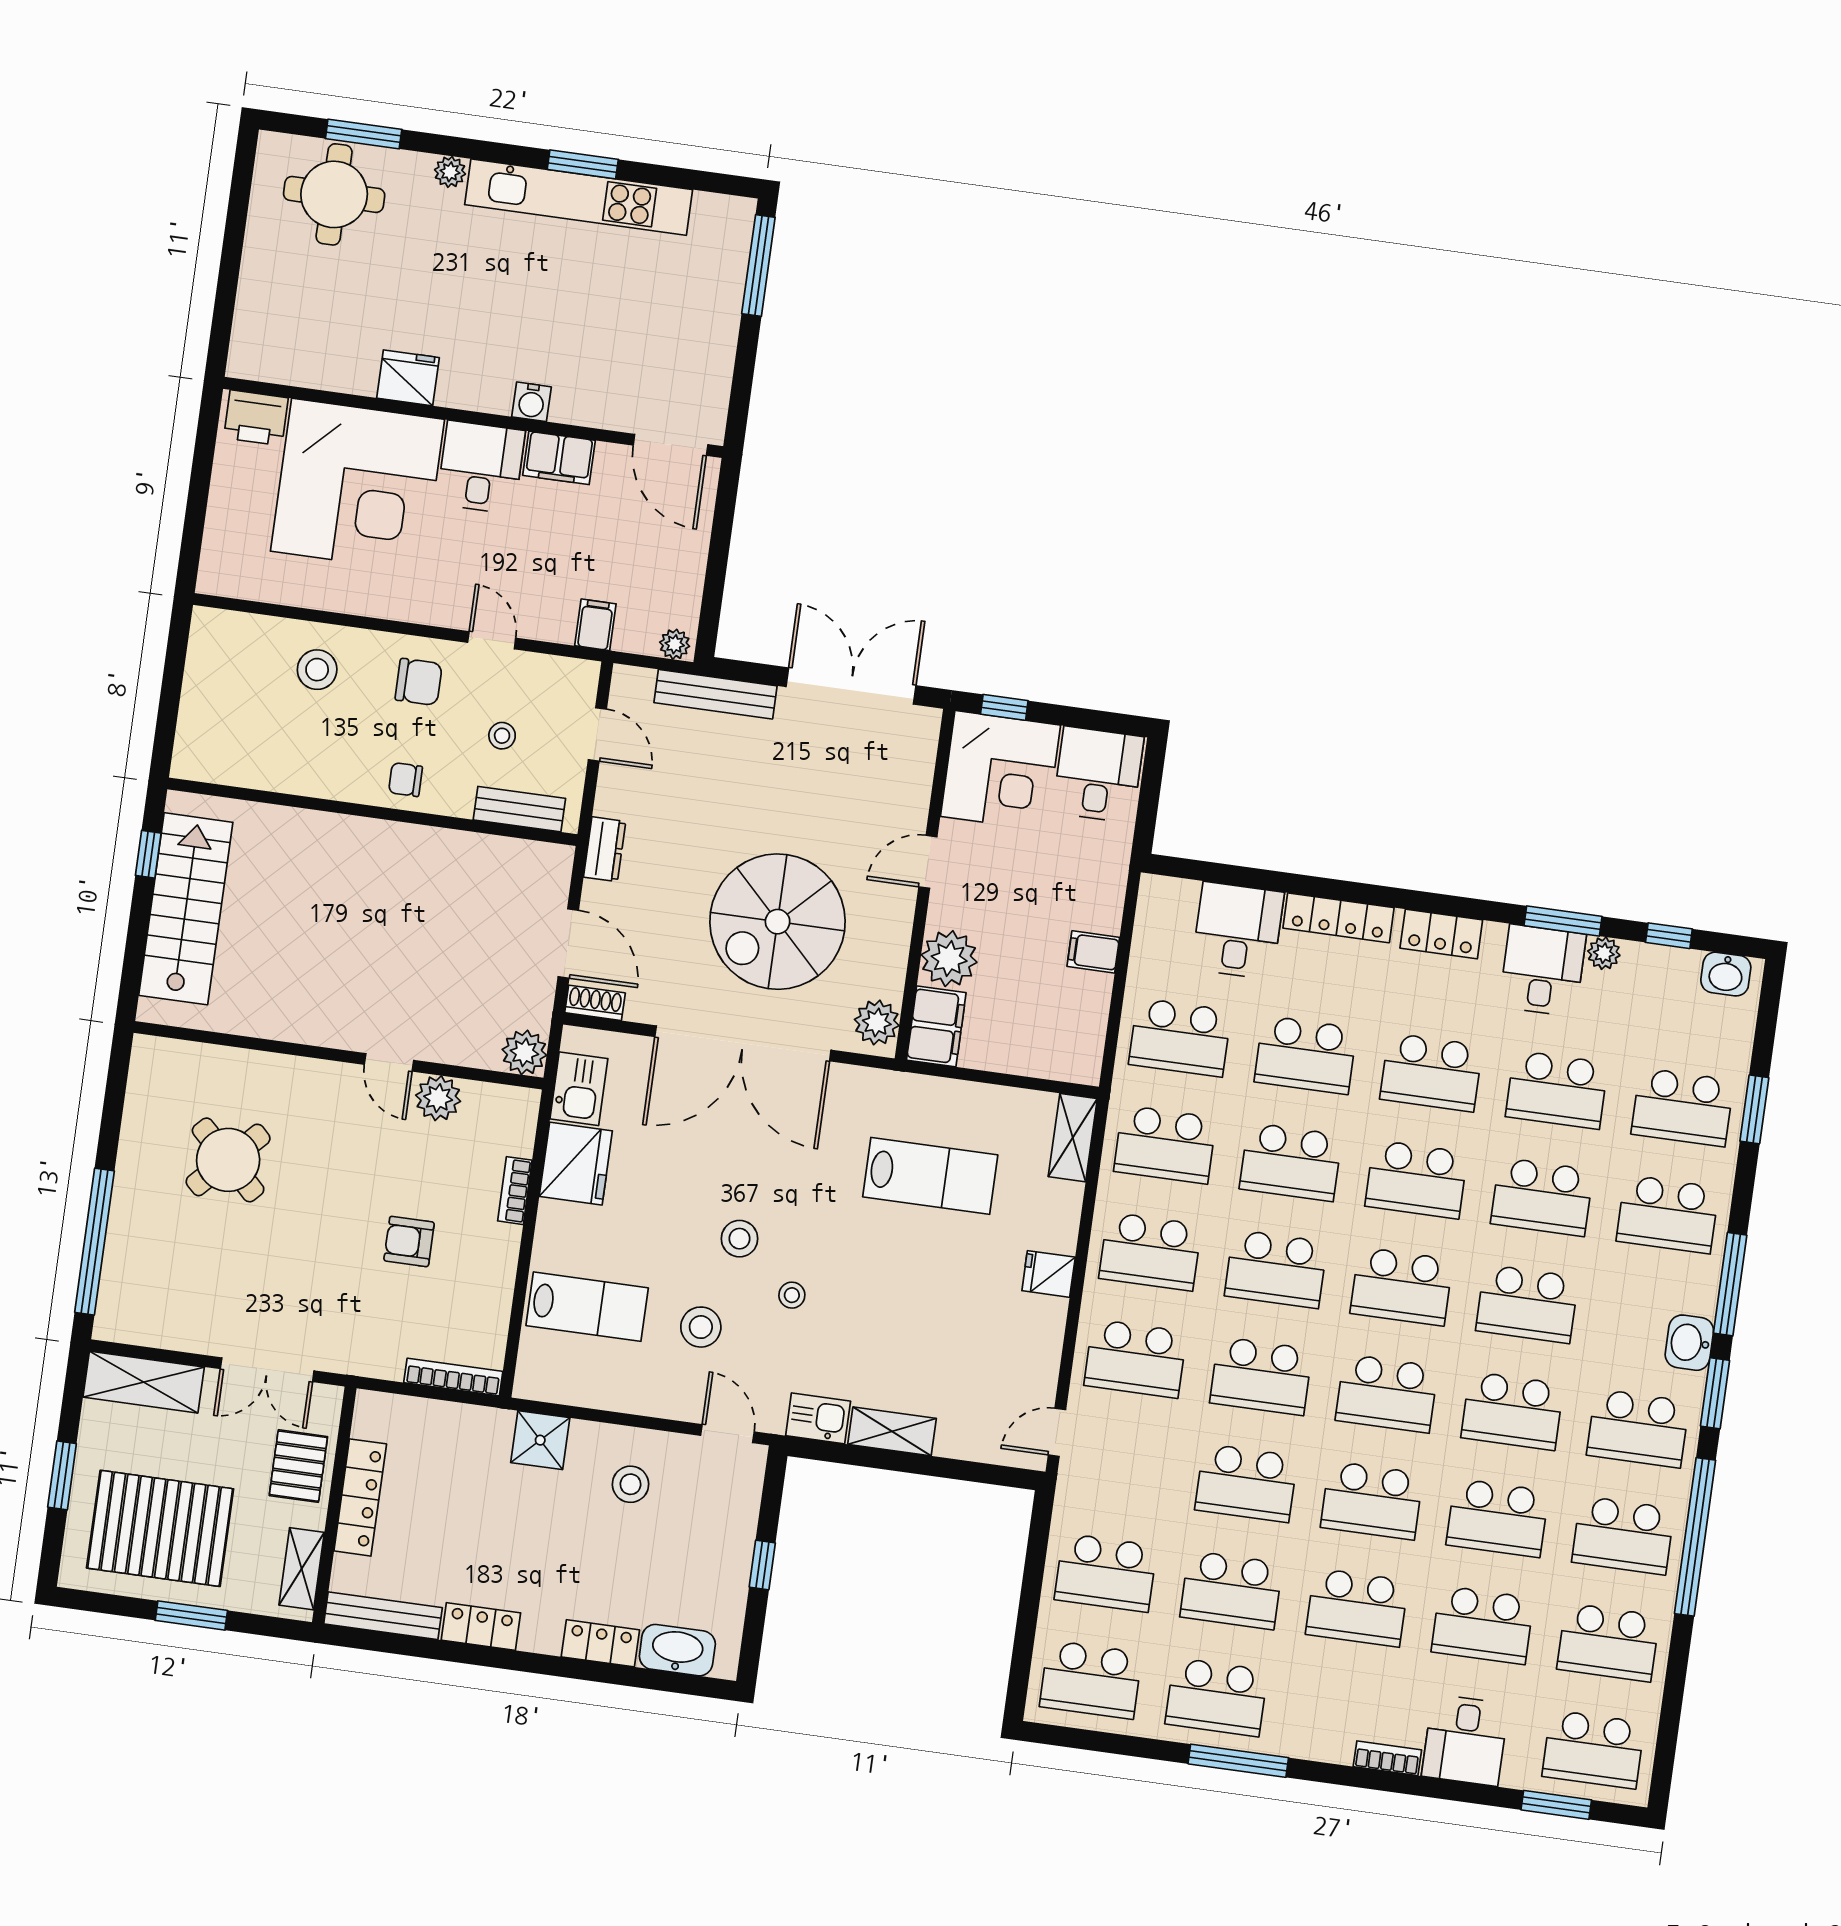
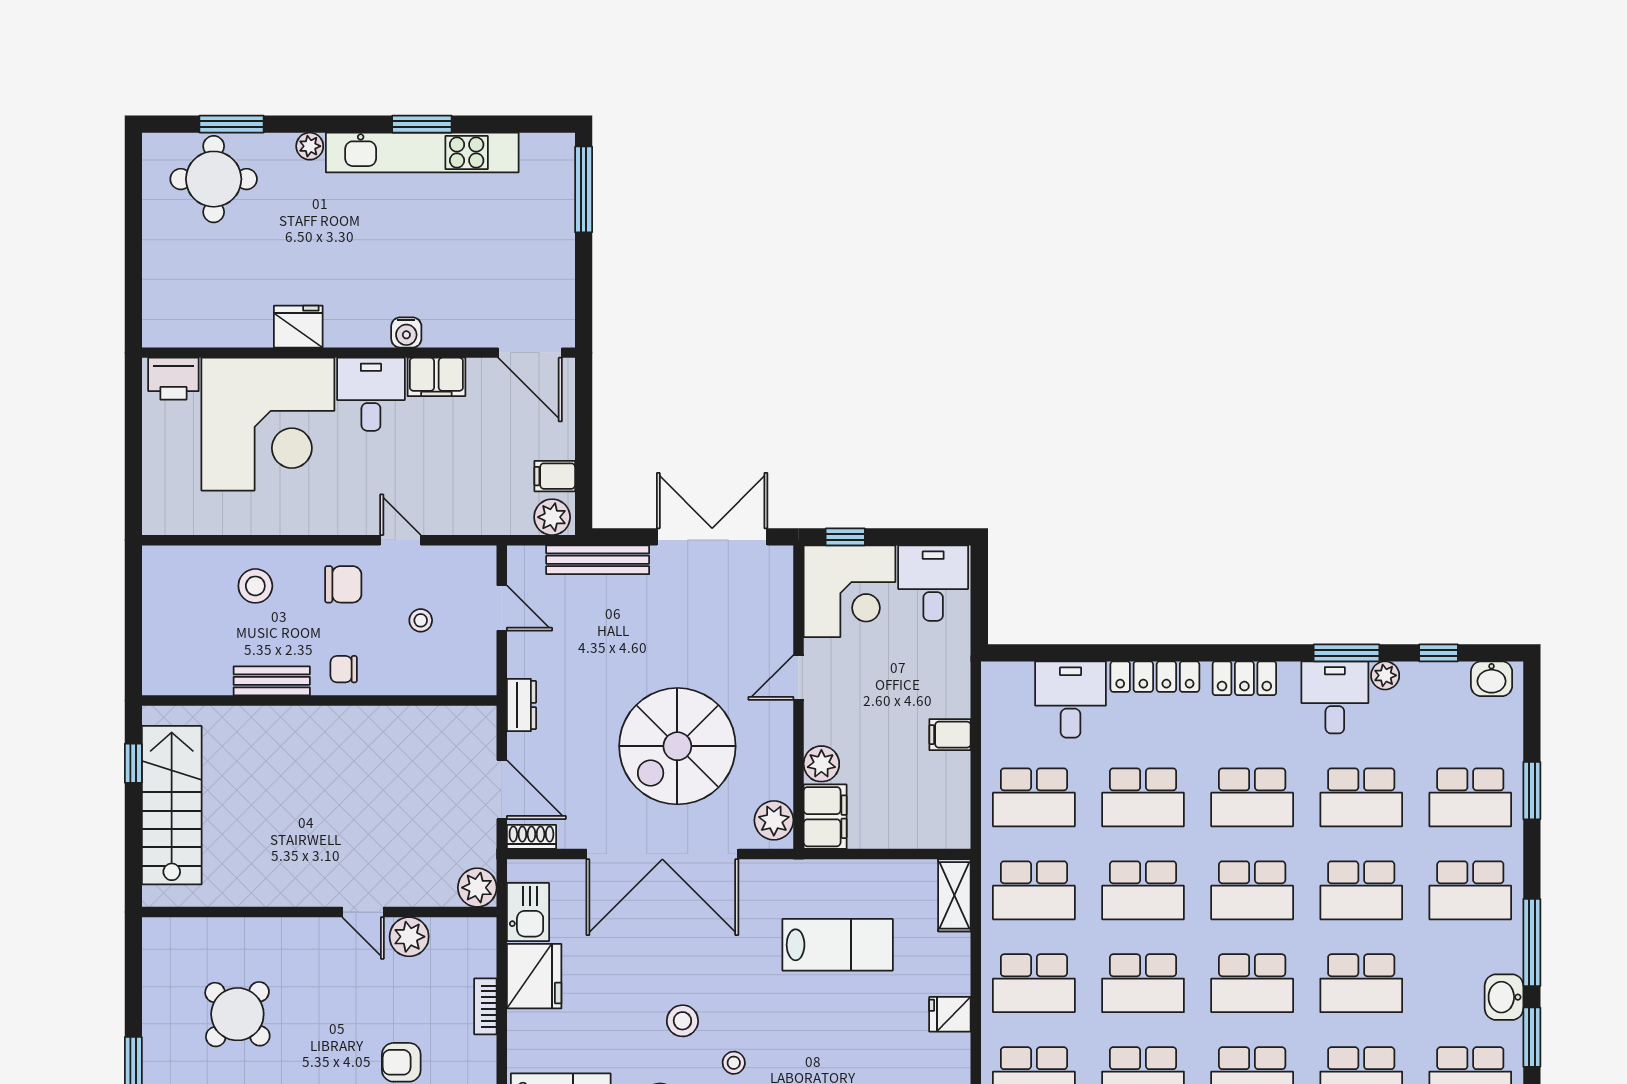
filing cabinet: (595, 625) -> (555, 476), moved, turned -90
plant: (675, 644) -> (552, 517), width x1.38, depth x1.38
bench: (519, 809) -> (272, 681), moved
plant: (949, 959) -> (821, 764), width x0.73, depth x0.73

